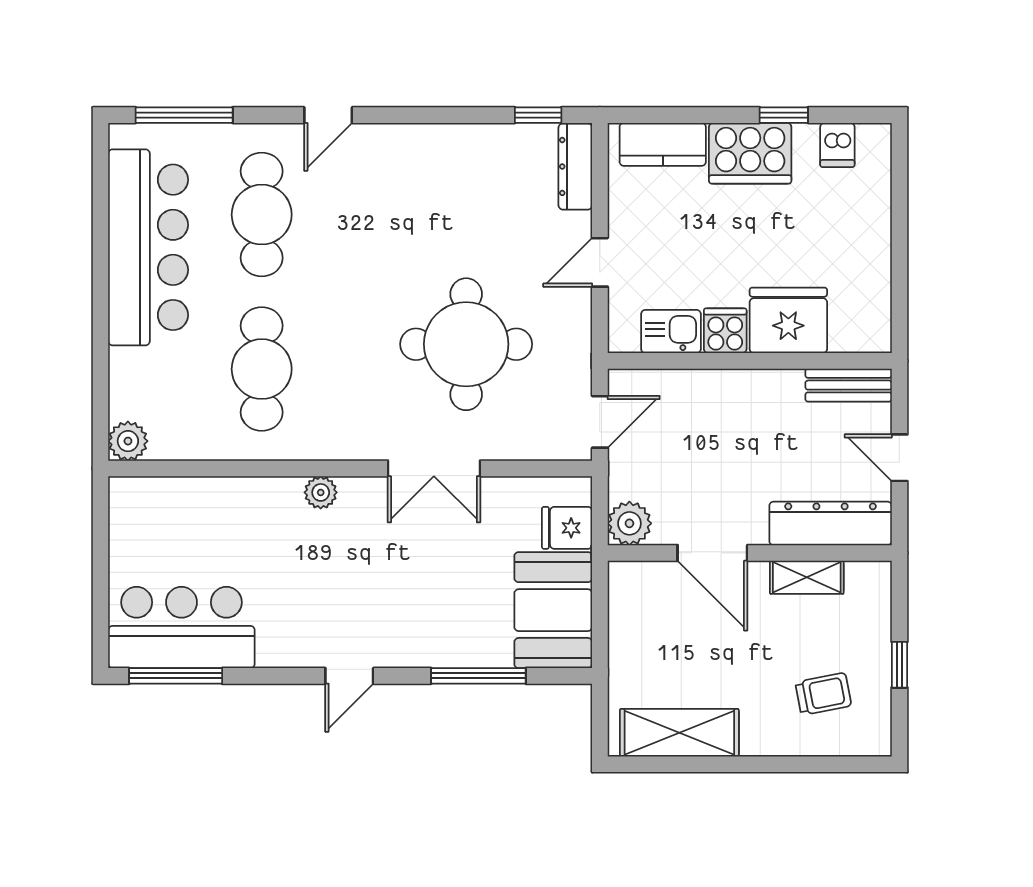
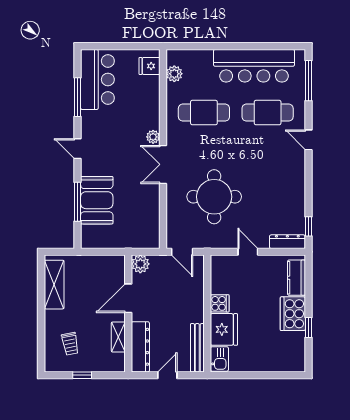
dishwasher: (837, 145) -> (296, 350), removed
kitchen sink: (671, 332) -> (219, 359), moved
bench: (849, 385) -> (197, 348), width x1.36
plant: (128, 441) -> (174, 74), moved
double door: (434, 468) -> (163, 164), moved
fridge: (567, 528) -> (149, 66), moved, turned -90
booth: (553, 610) -> (97, 200), moved, turned 90
window: (176, 676) -> (78, 97), moved

